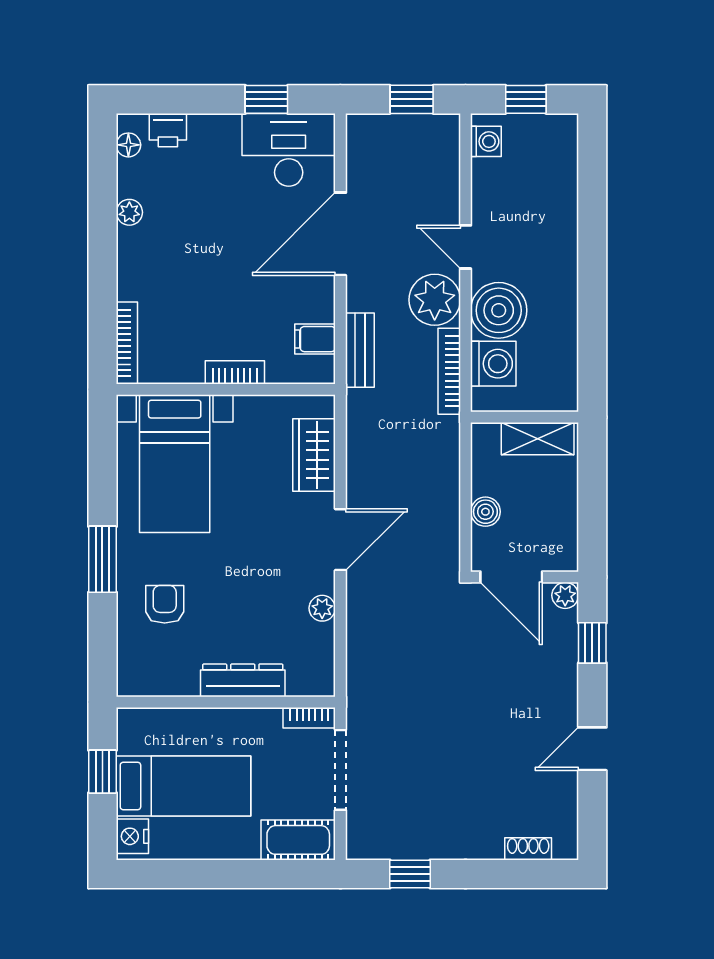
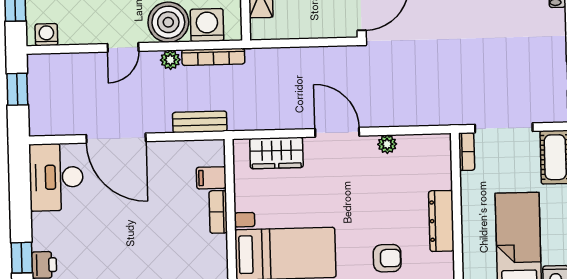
window: (266, 99) -> (22, 258), moved
plant: (435, 300) -> (170, 60), width x0.53, depth x0.53
filing cabinet: (315, 339) -> (211, 178), moved, turned 90
boiler: (485, 512) -> (314, 28), removed
armchair: (165, 604) -> (387, 258), turned 180
dresser: (243, 680) -> (441, 221), moved

